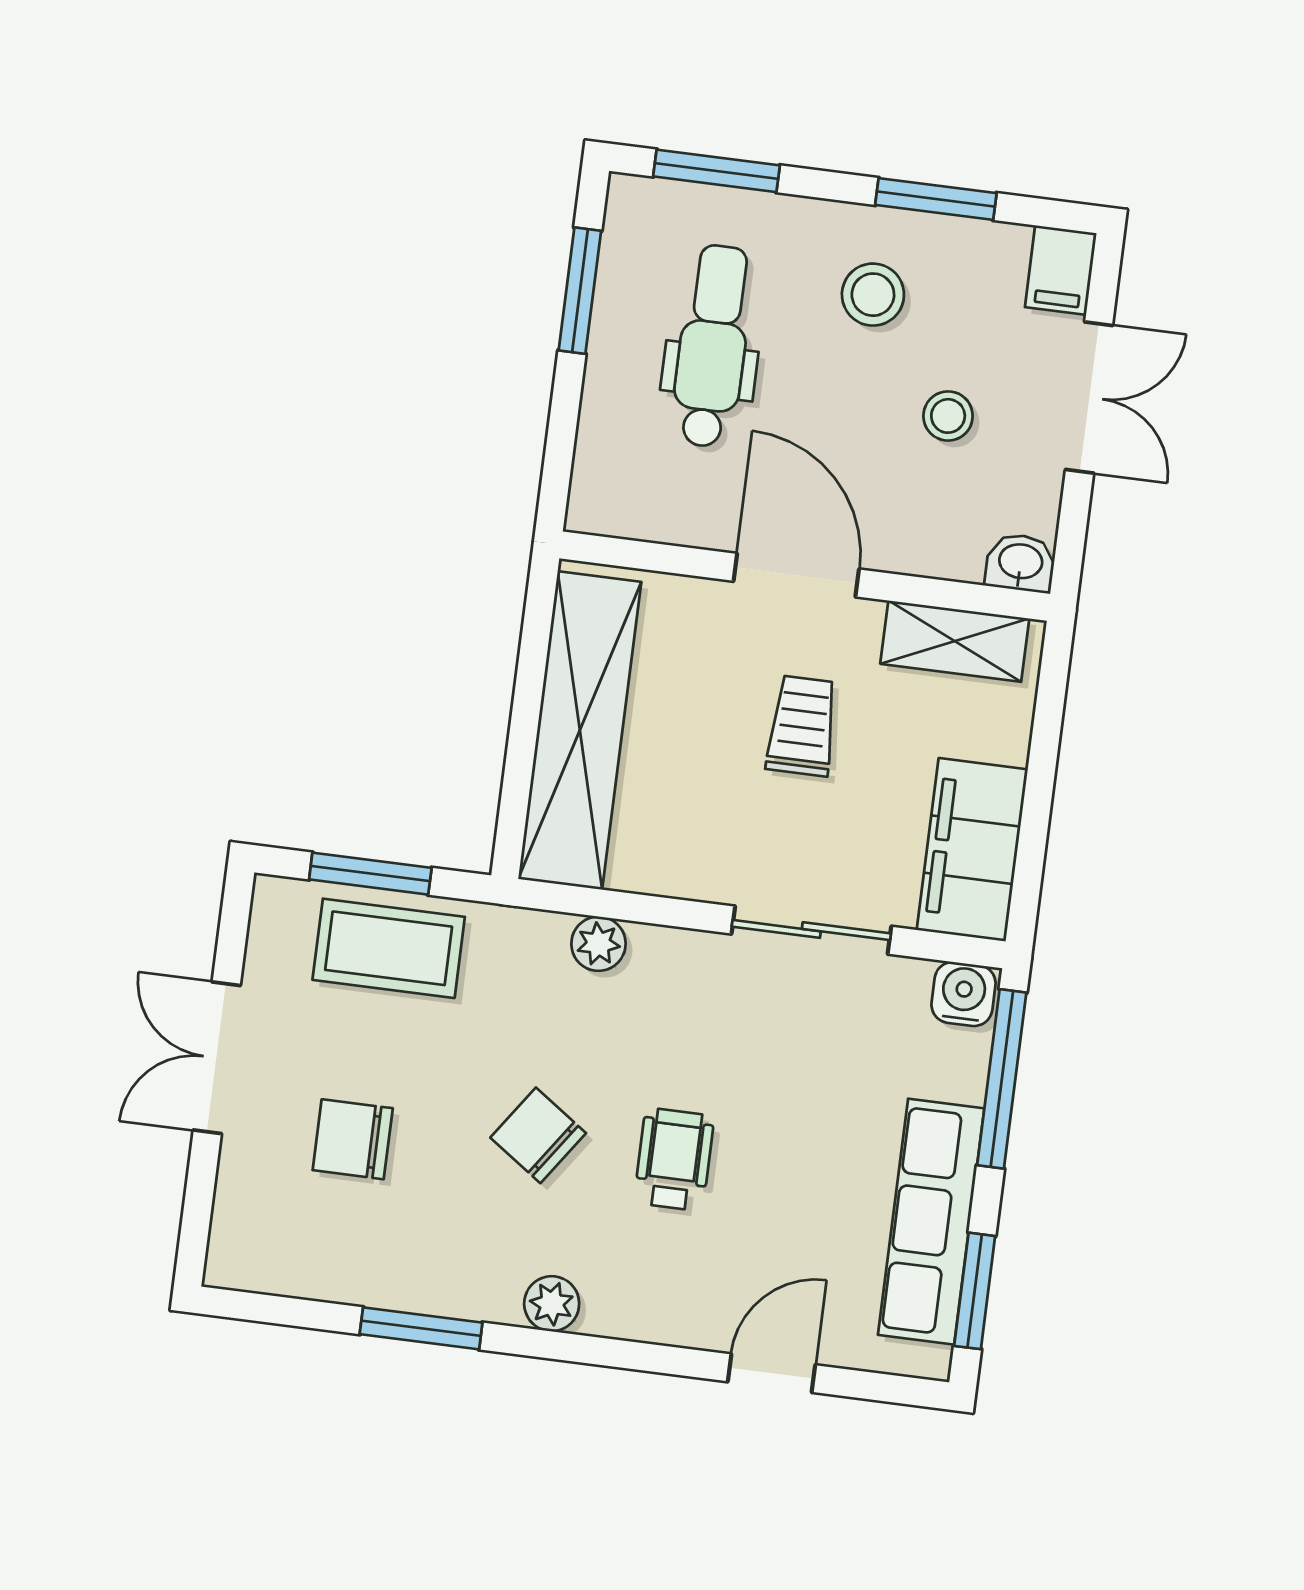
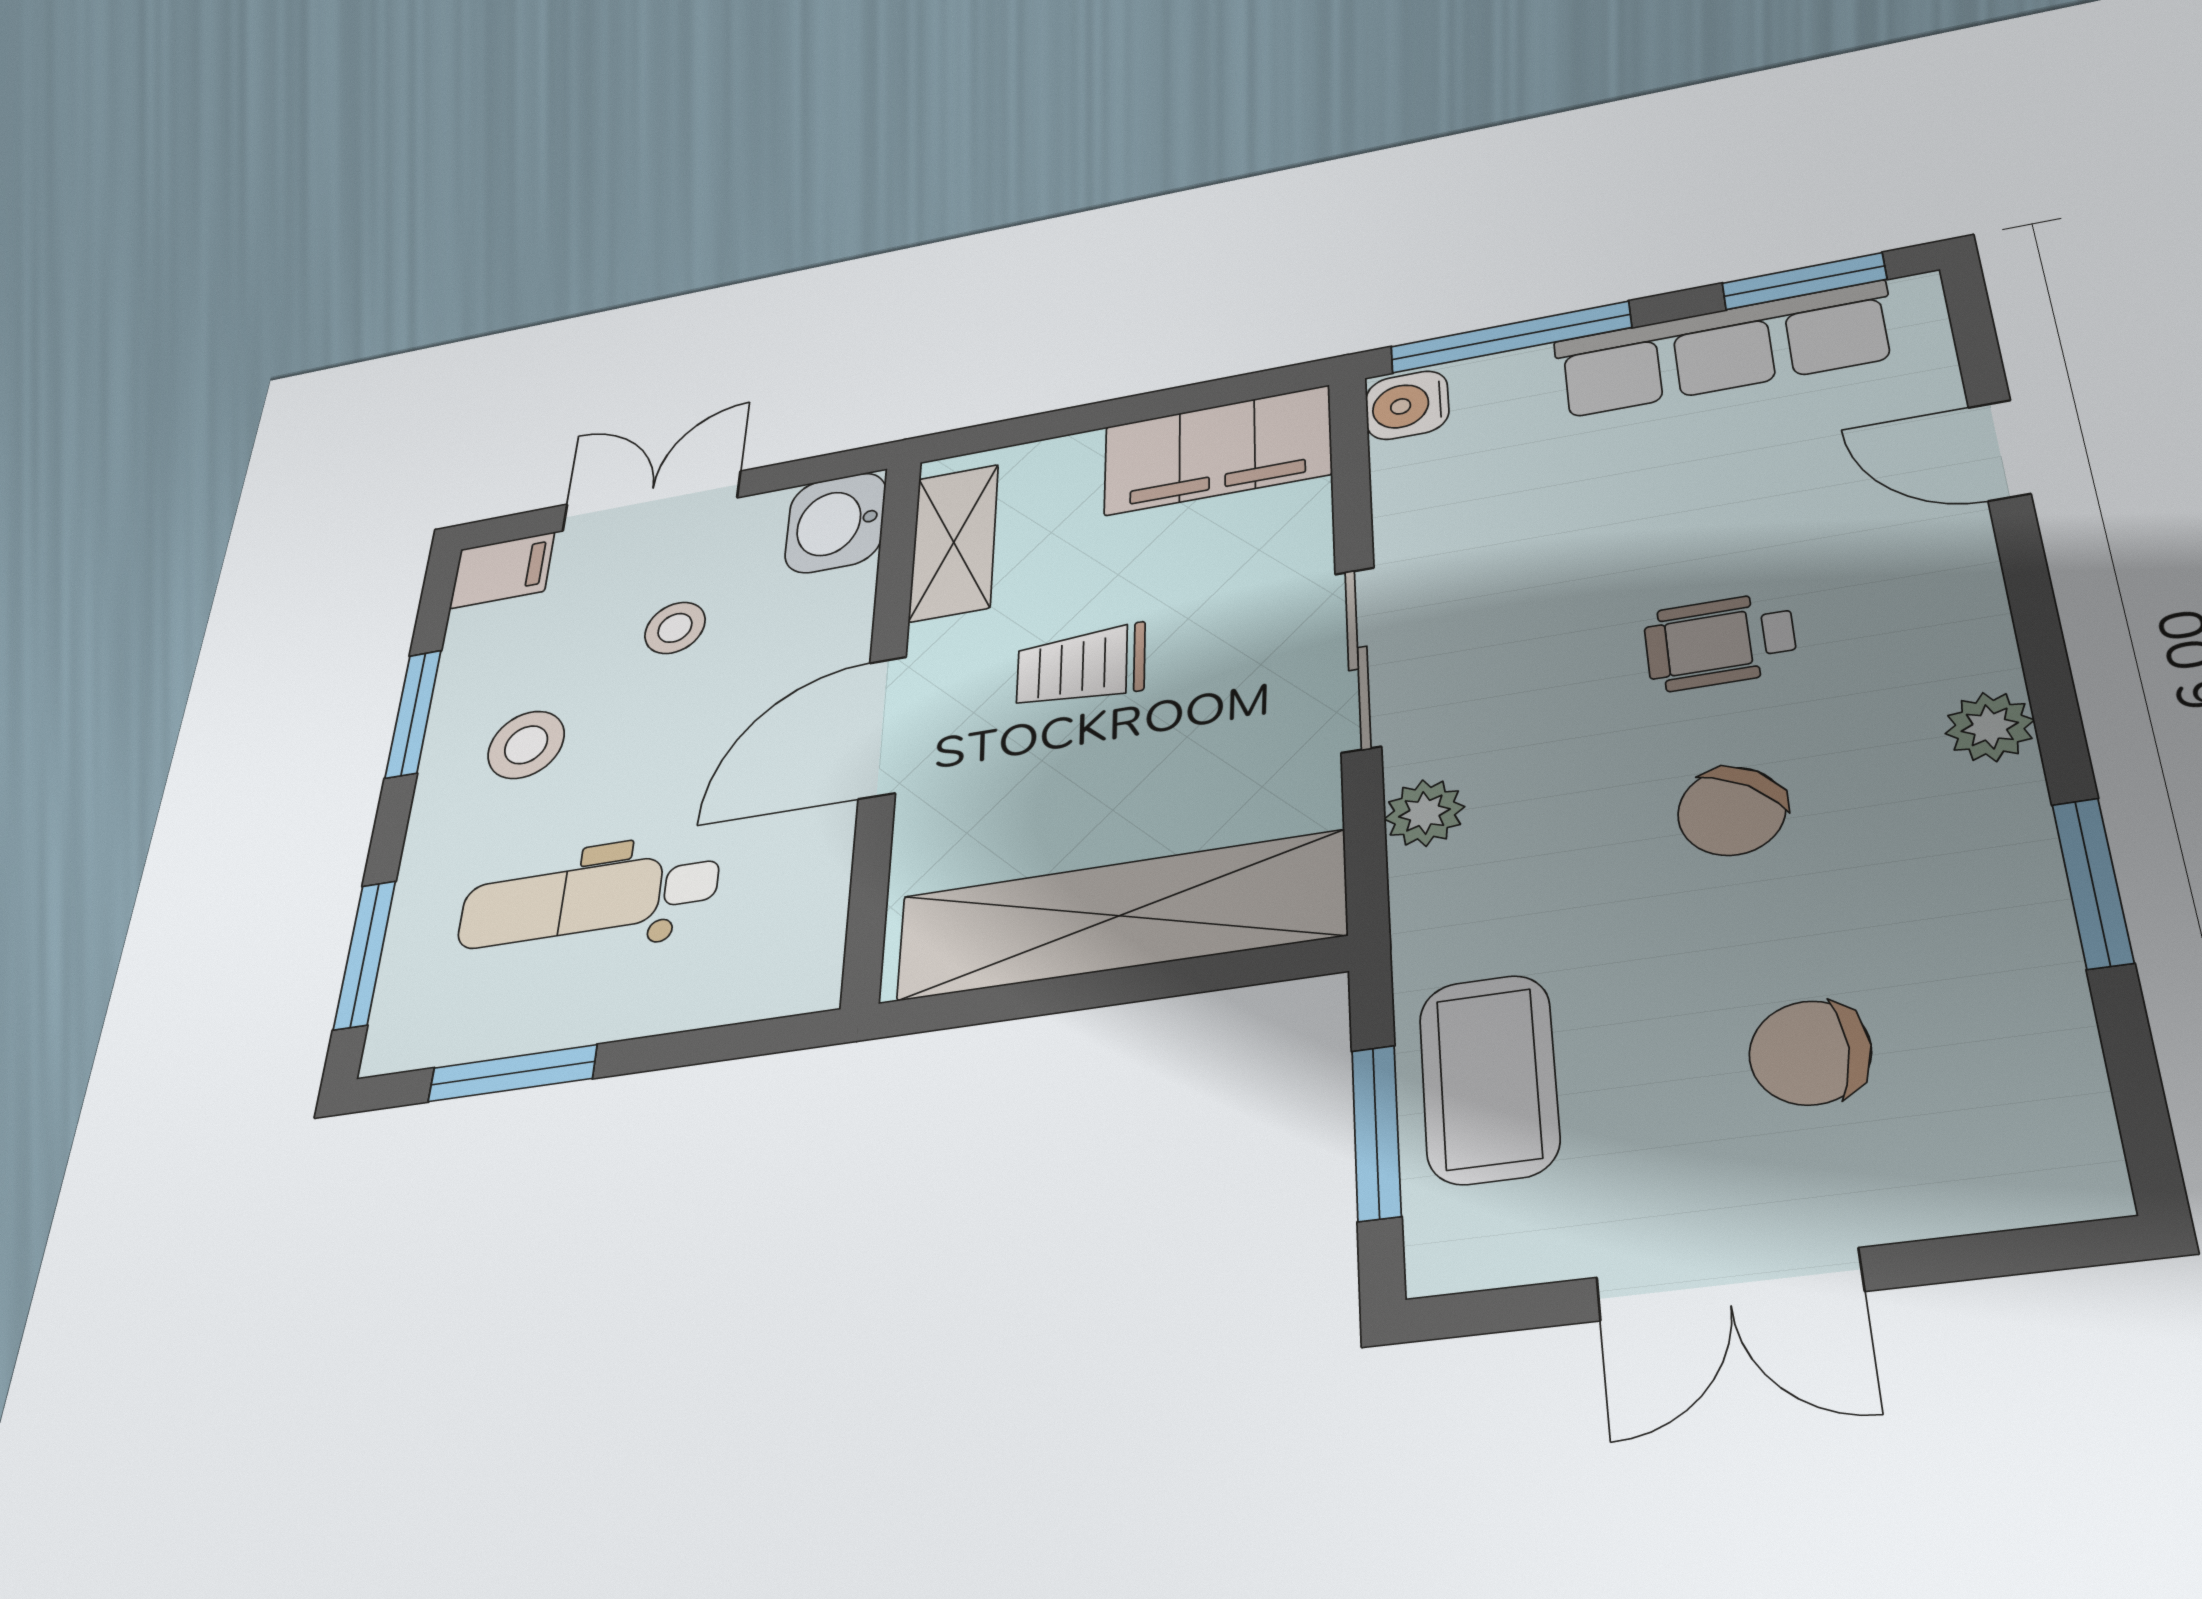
washbasin: (1021, 563) -> (835, 523), width x1.38, depth x1.45
sliding door: (811, 930) -> (1358, 658), moved
chair: (353, 1139) -> (1810, 1053), turned 90

